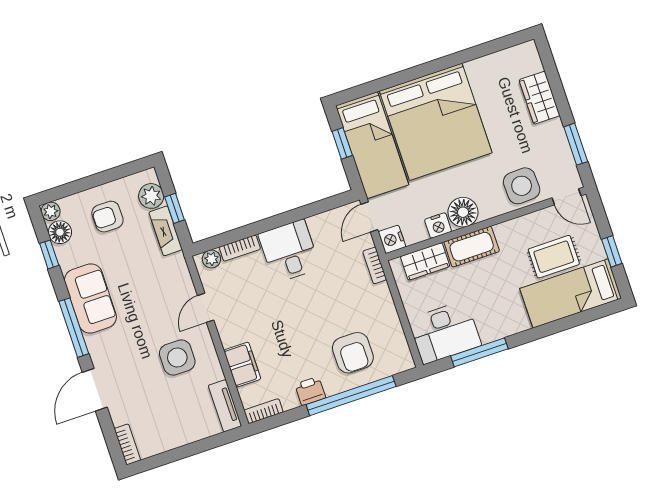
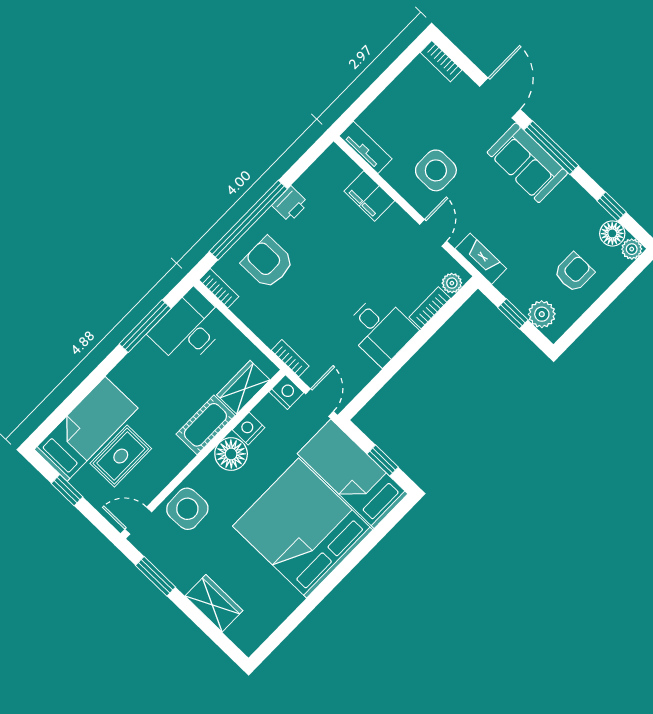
fireplace: (166, 231) -> (481, 259), moved
sofa: (90, 299) -> (527, 163), moved
bookcase: (264, 411) -> (219, 288), moved, turned -90

